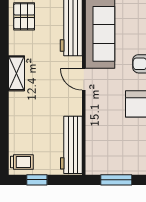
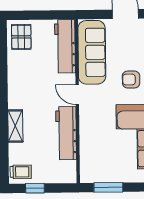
shelving: (17, 73) -> (15, 126), moved
workbench: (71, 145) -> (66, 133), moved

